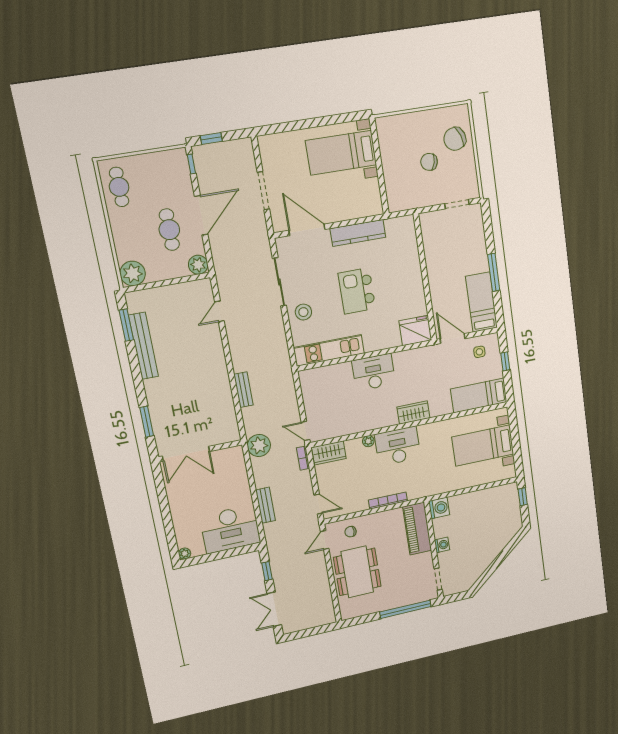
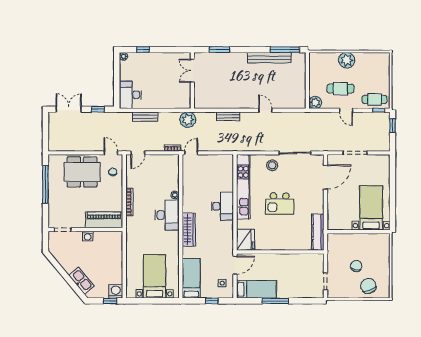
cafe table: (119, 187) -> (375, 99), moved
door: (201, 215) -> (346, 110), width x0.53
kitchen counter: (358, 233) -> (318, 232), moved
plant: (133, 273) -> (347, 60), moved
kitchen island: (357, 291) -> (280, 204), turned 180
door: (219, 311) -> (265, 110), moved
window: (126, 325) -> (285, 50), width x1.44
kitchen unit: (329, 350) -> (243, 187), width x1.36
wardrobe: (413, 412) -> (189, 230), width x1.50
wardrobe: (329, 453) -> (173, 166), removed
double door: (186, 454) -> (192, 71), width x0.73
washing machine: (439, 508) -> (116, 291), moved, turned 180
window: (169, 529) -> (143, 50), added
desk: (230, 529) -> (130, 95), width x0.73, depth x0.77
kitchen sink: (501, 540) -> (81, 281), added
window: (405, 609) -> (45, 184), moved

